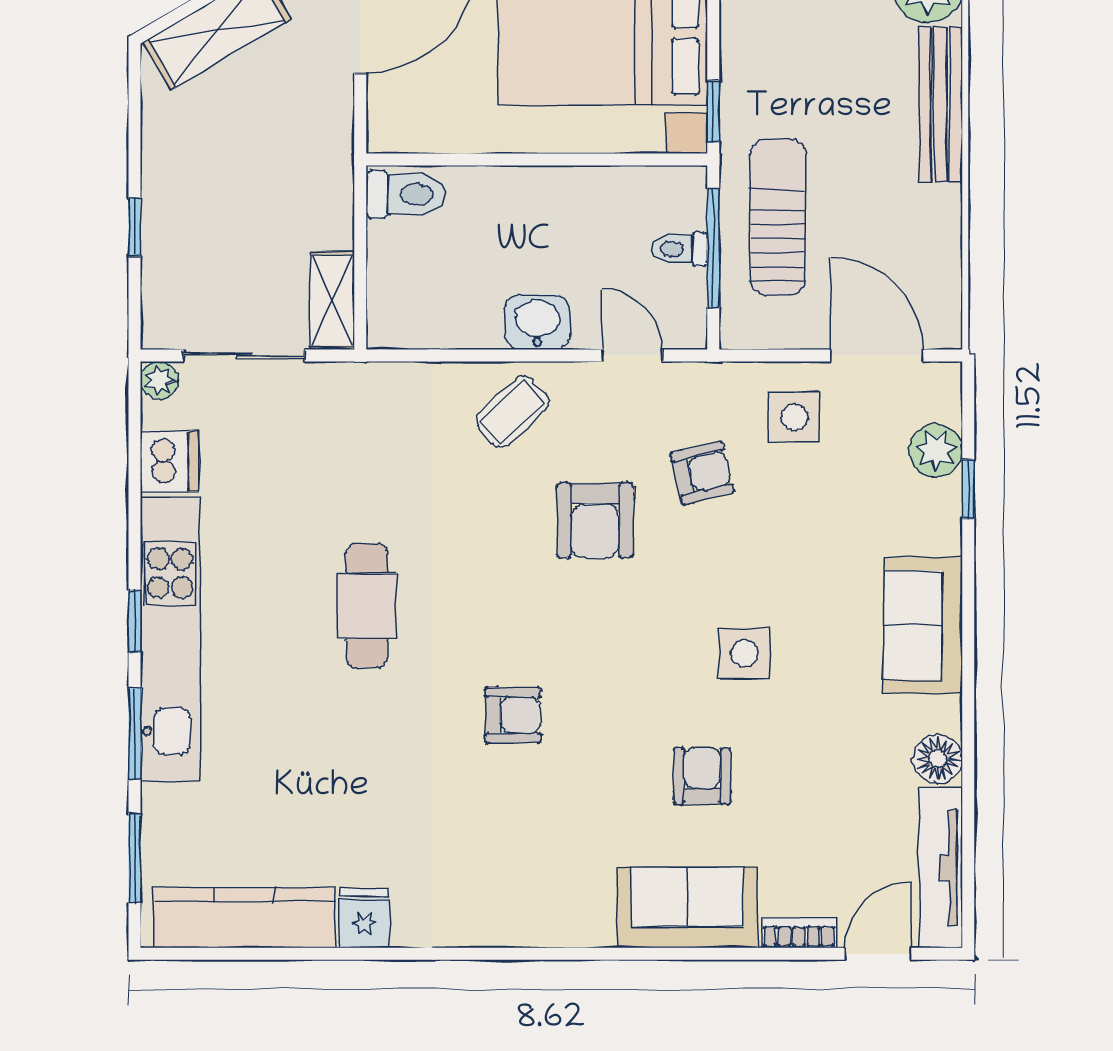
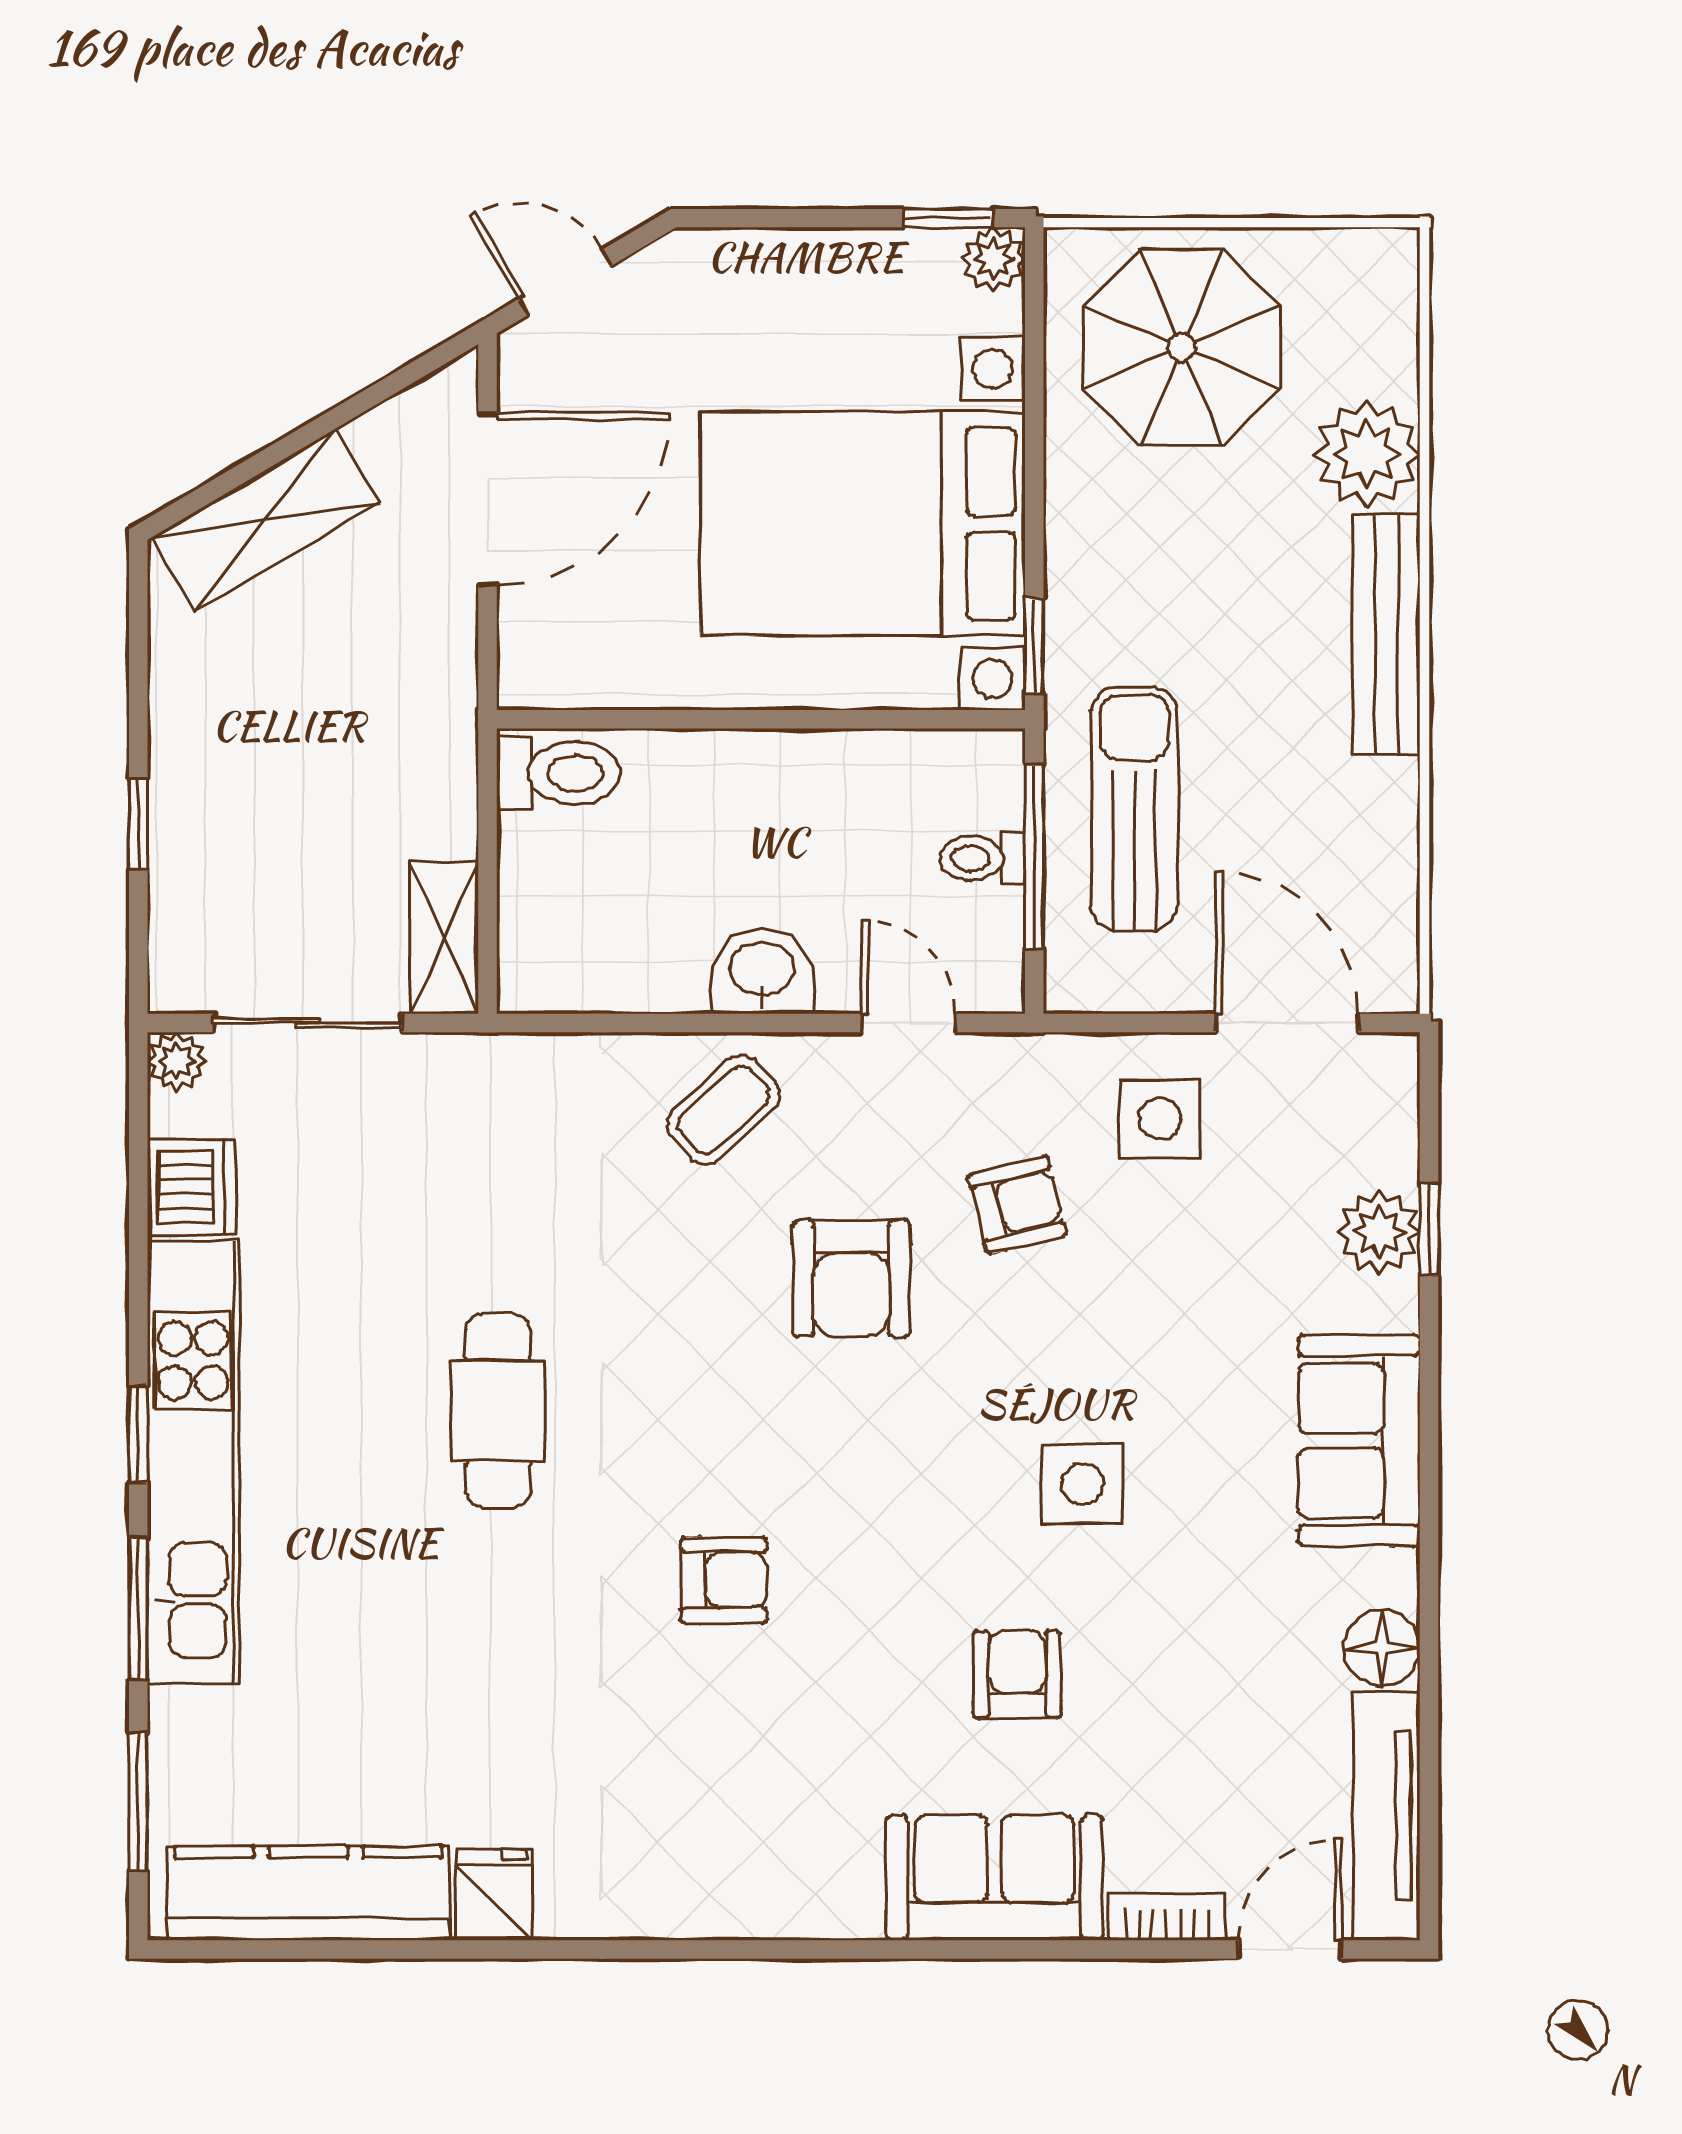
plant: (936, 450) -> (1379, 1232), moved

